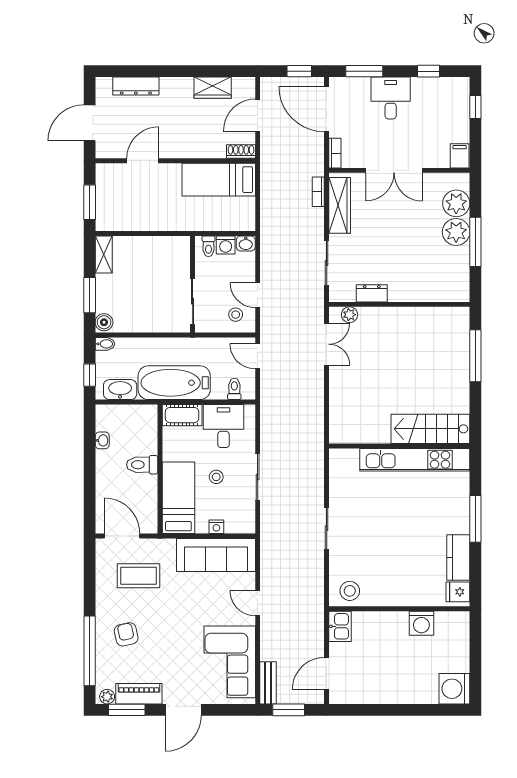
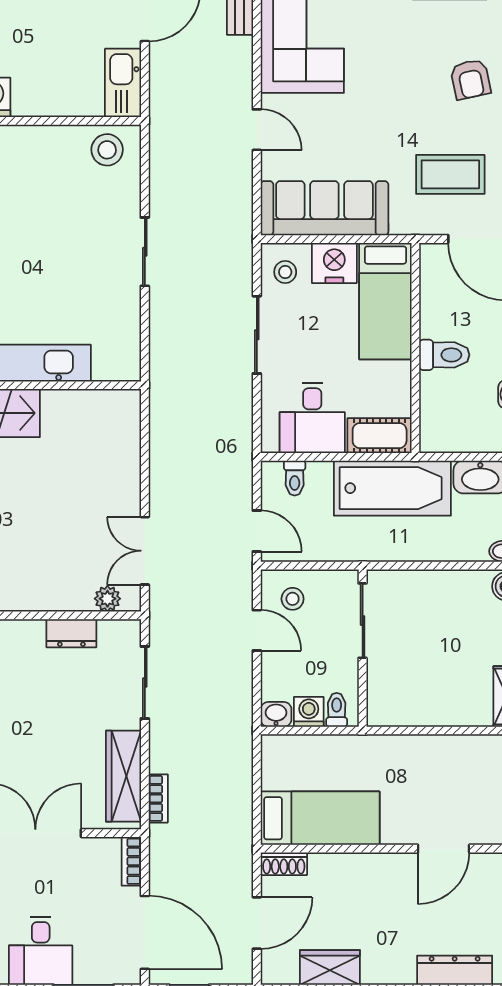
stool: (216, 477) -> (285, 272), moved
nightstand: (216, 527) -> (334, 263), width x1.89, depth x1.79
kitchen sink: (340, 626) -> (123, 83), width x1.38

